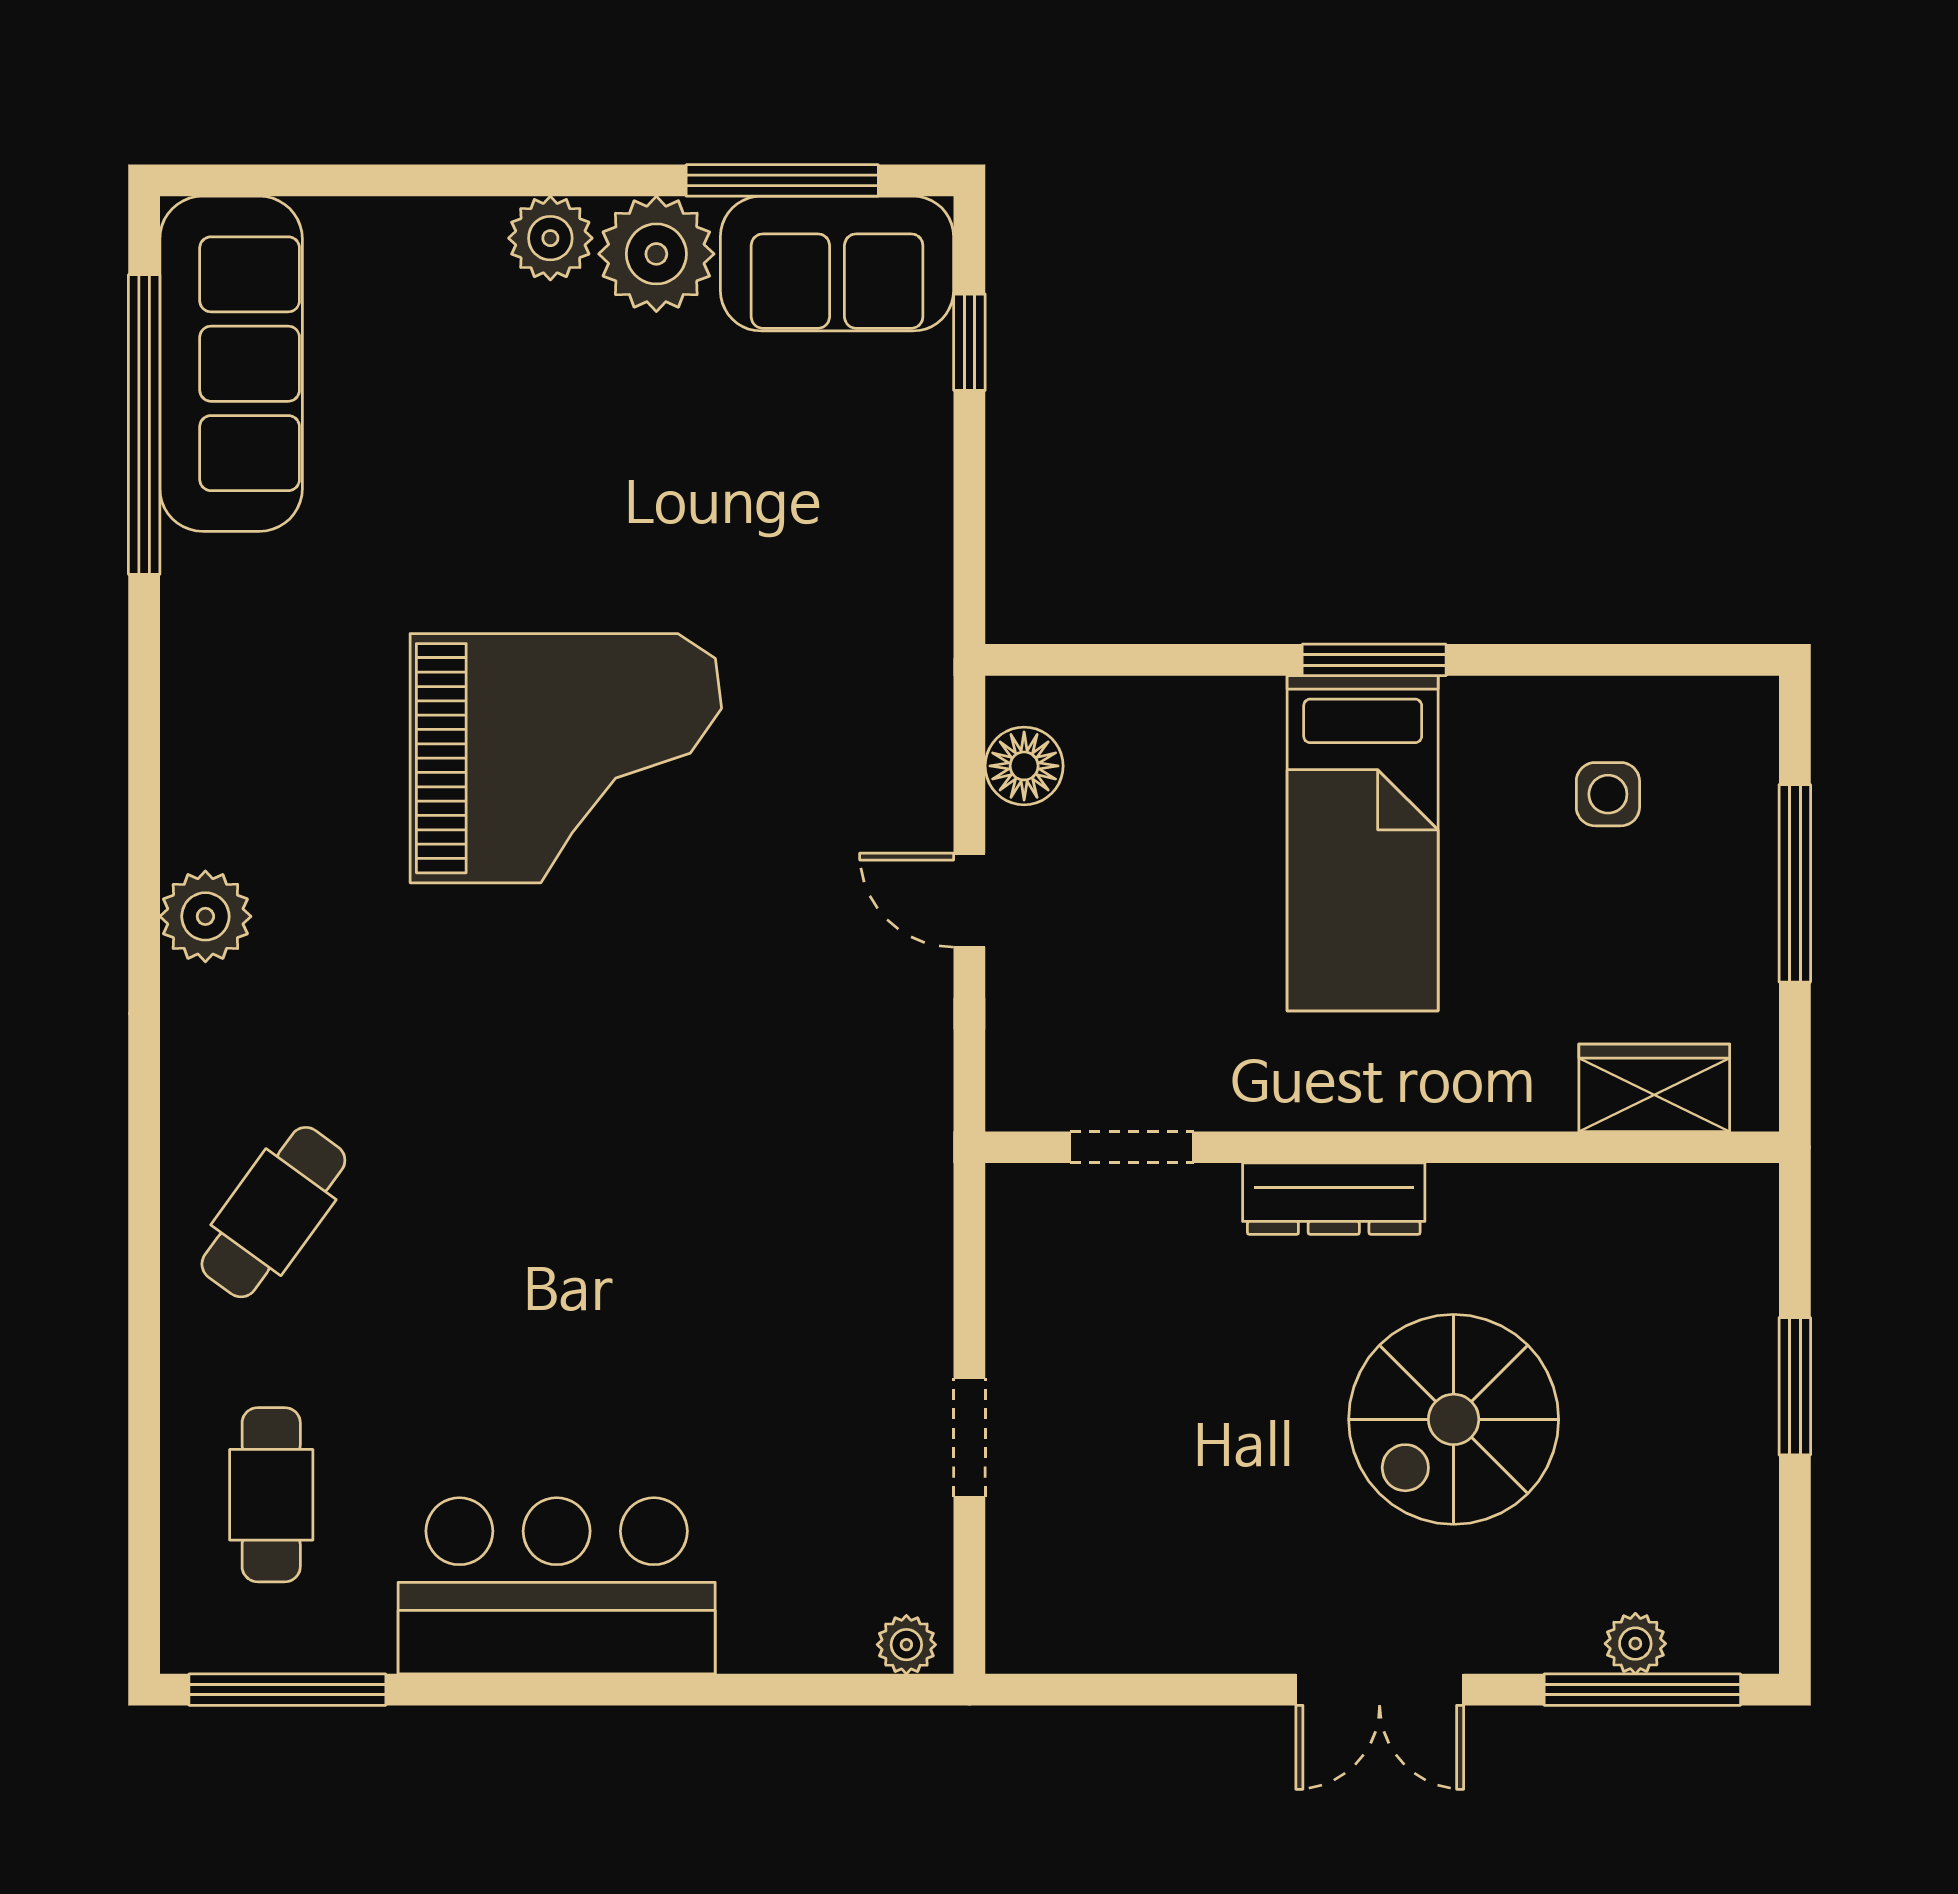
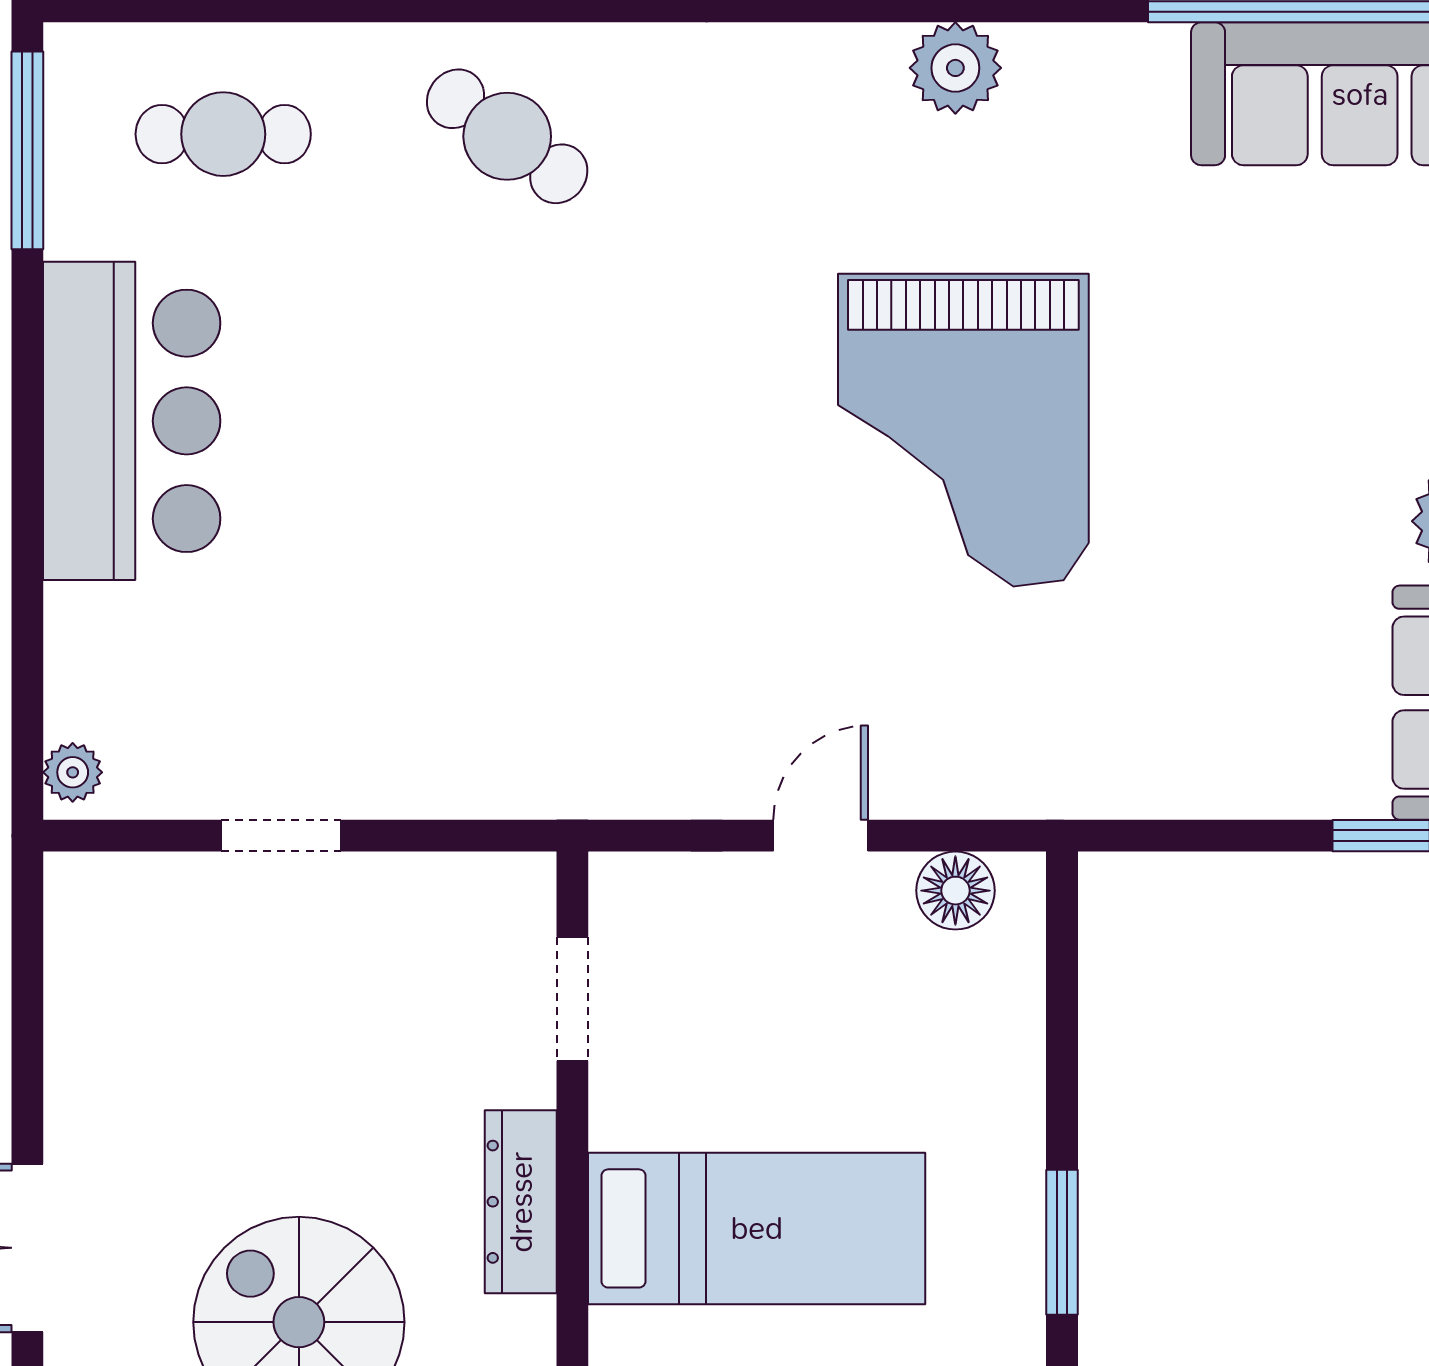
bed: (1363, 843) -> (757, 1228), moved, turned 180
plant: (205, 916) -> (955, 68), moved

